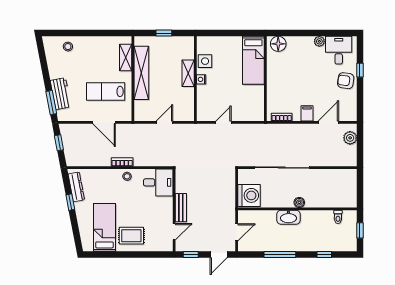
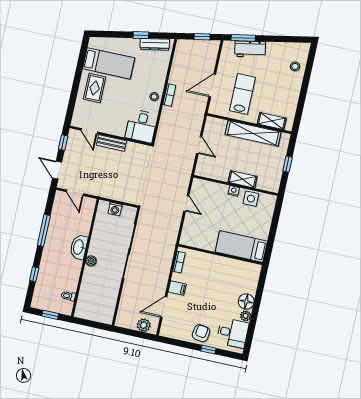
floor lamp: (278, 44) -> (246, 301), moved
door: (328, 122) -> (164, 307), swing flipped
washing machine: (249, 195) -> (115, 209), width x0.53, depth x0.53

